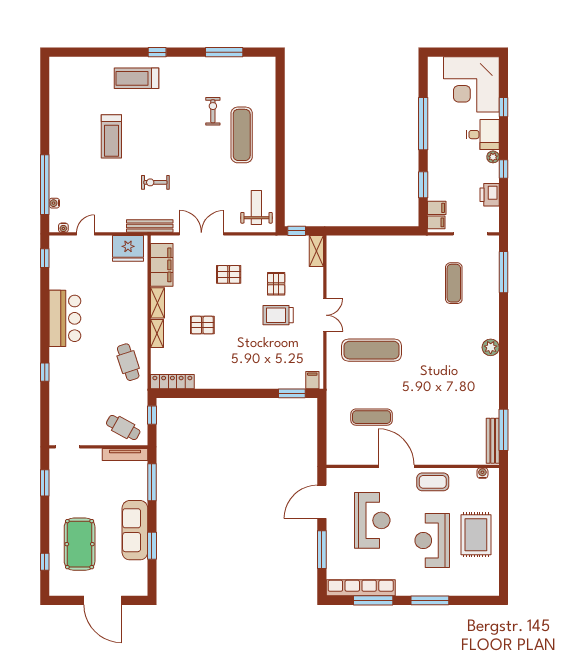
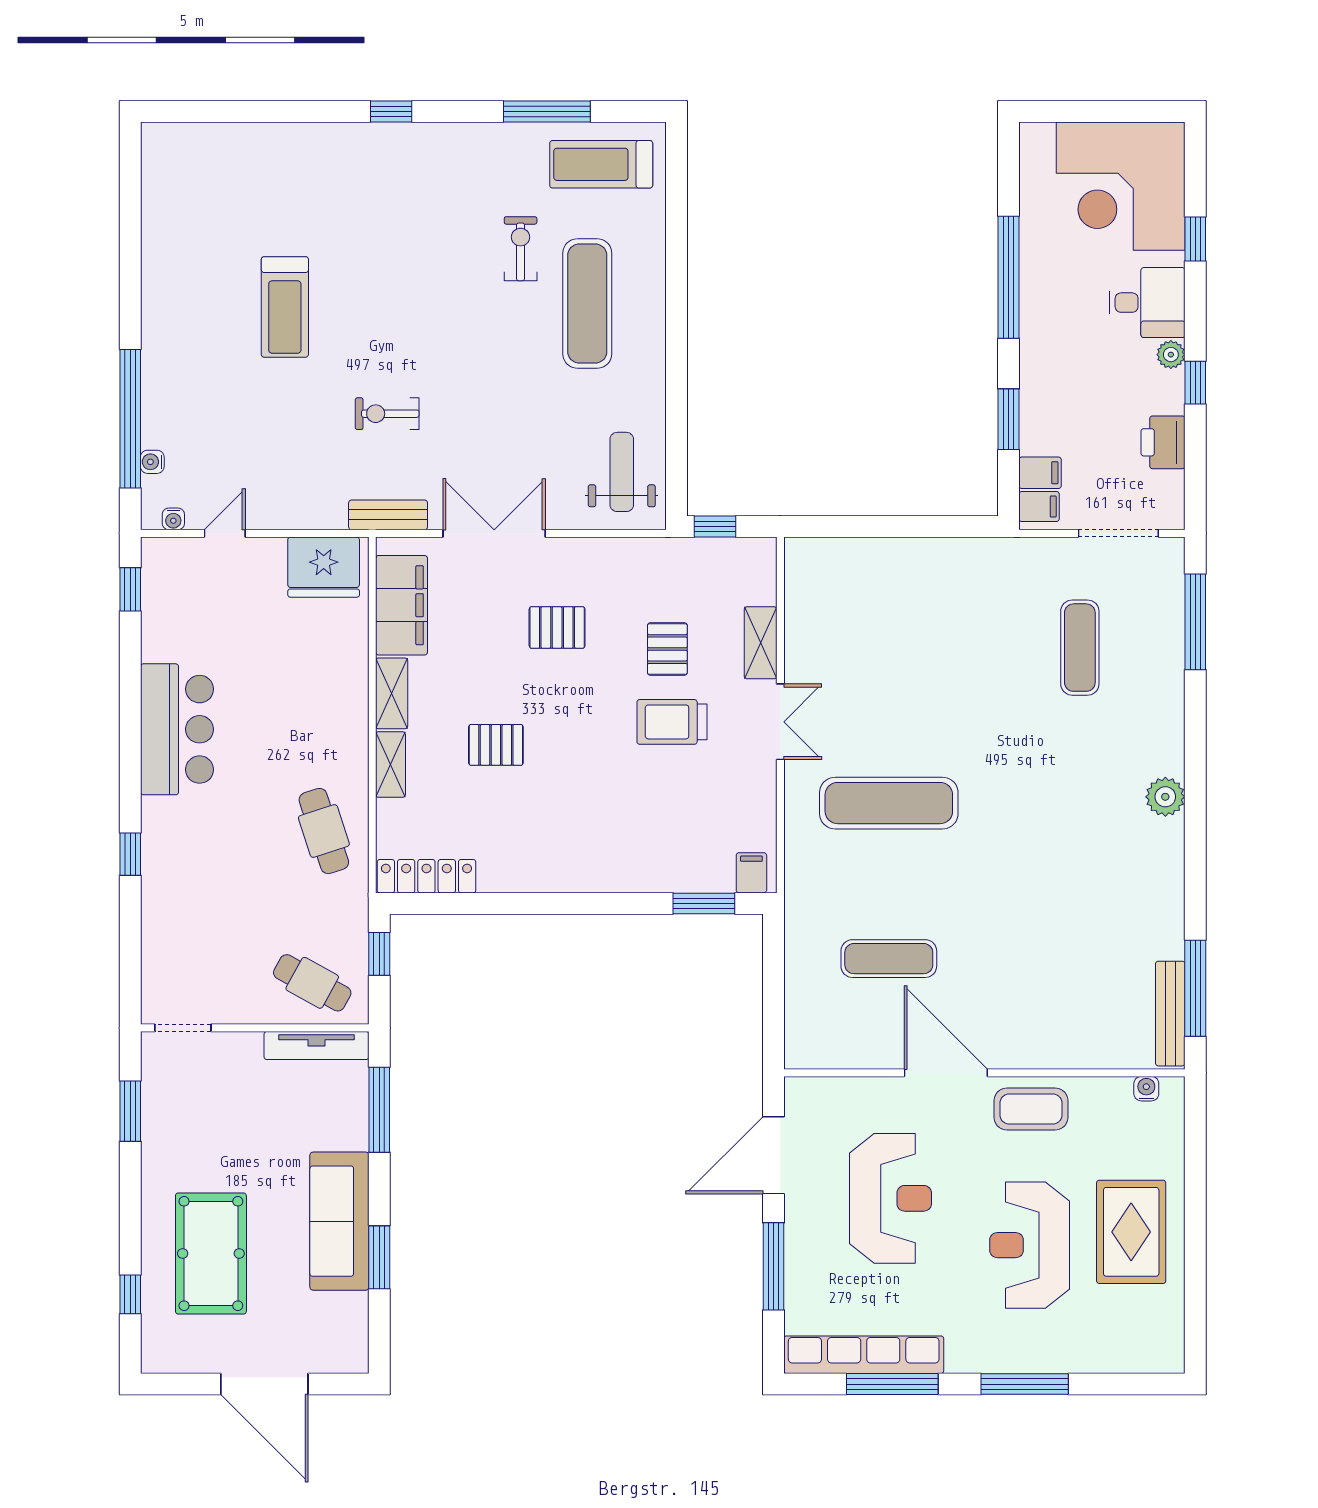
treadmill: (136, 78) -> (601, 164), moved
bench: (150, 226) -> (388, 515), width x0.73
shelving: (316, 251) -> (761, 643), moved

